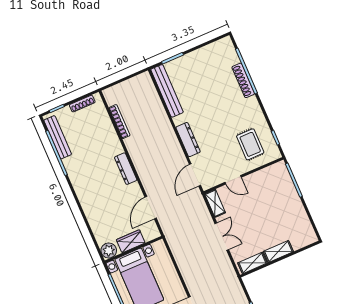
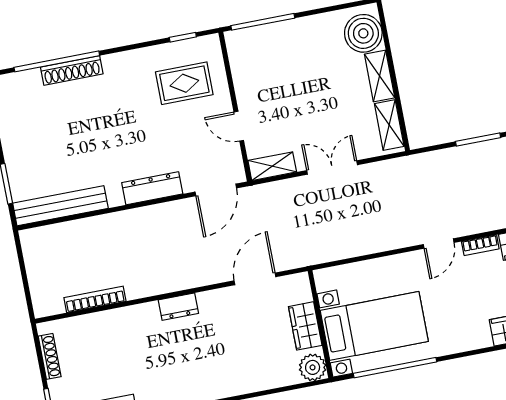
dresser: (126, 169) -> (178, 307), width x0.70
door: (195, 175) -> (216, 190), hinge flipped
door: (233, 180) -> (239, 126), swing flipped
door: (151, 208) -> (255, 279), swing flipped
boiler: (300, 237) -> (363, 33), added

